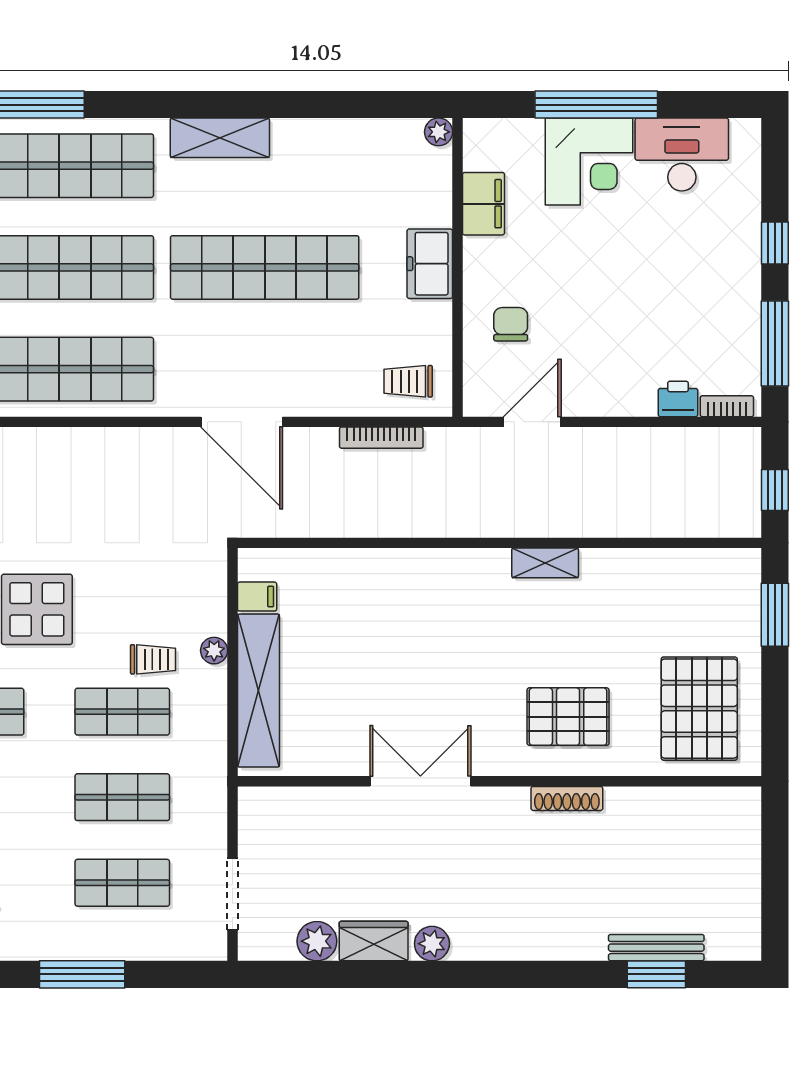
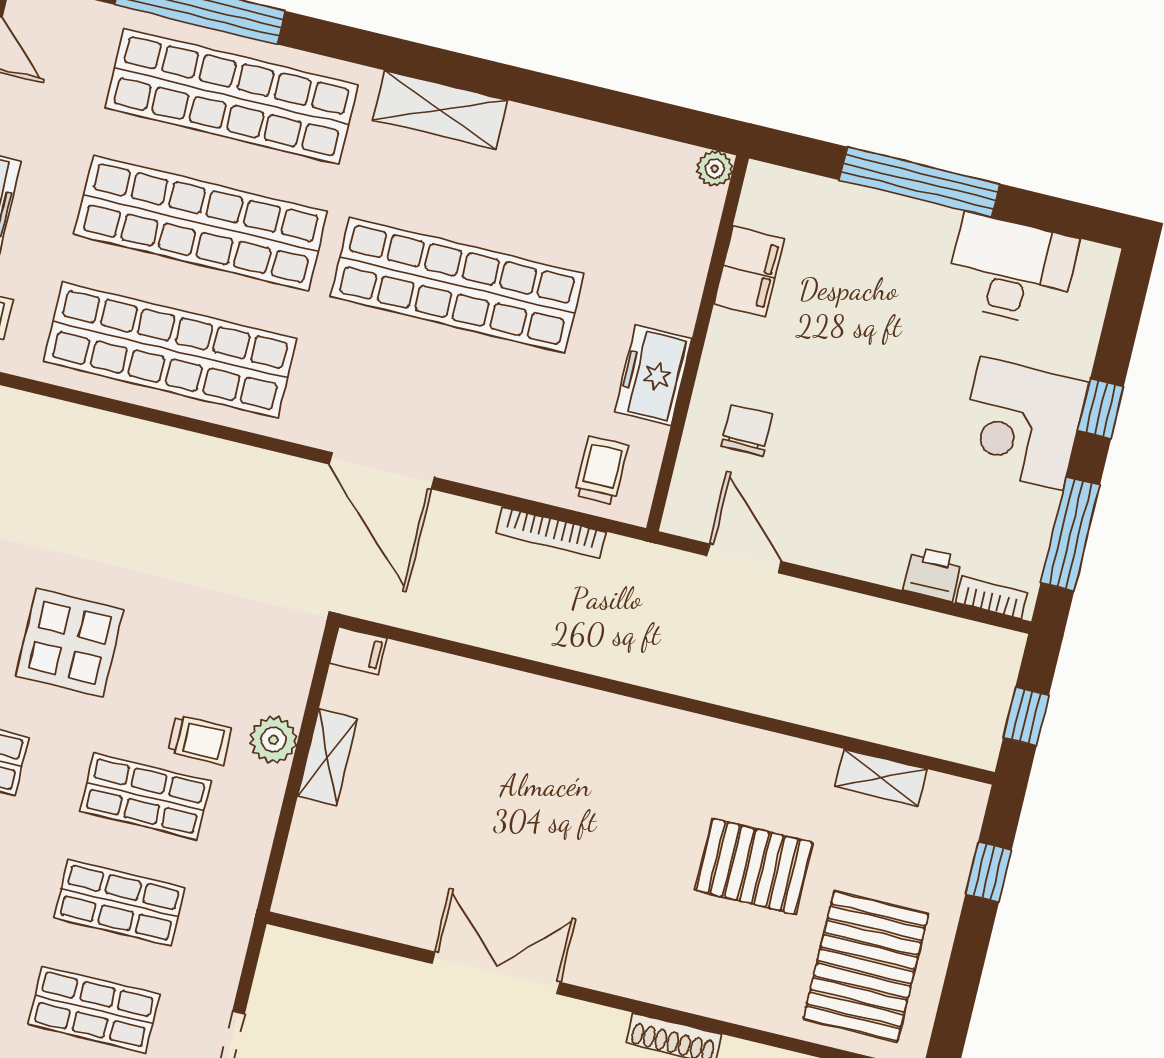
corner desk: (589, 162) -> (1022, 423), moved, turned 90
freezer: (430, 264) -> (653, 375), moved
trolley: (408, 381) -> (601, 470), turned 90
door: (532, 422) -> (744, 558), hinge flipped
shelving: (545, 563) -> (881, 778), moved
filing cabinet: (257, 597) -> (358, 651), moved
window: (775, 615) -> (988, 872), width x0.67
plant: (214, 651) -> (274, 740), width x1.38, depth x1.38
shelving: (258, 691) -> (328, 757), width x0.45, depth x0.75
pallet: (568, 717) -> (754, 866), moved

